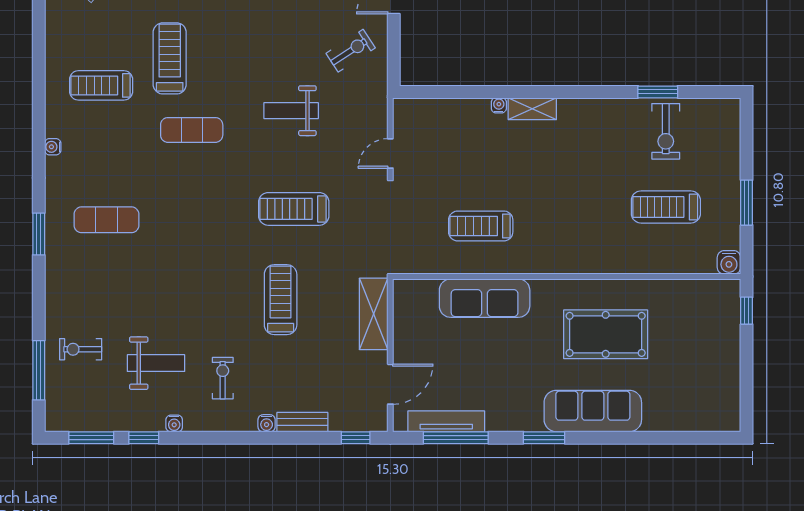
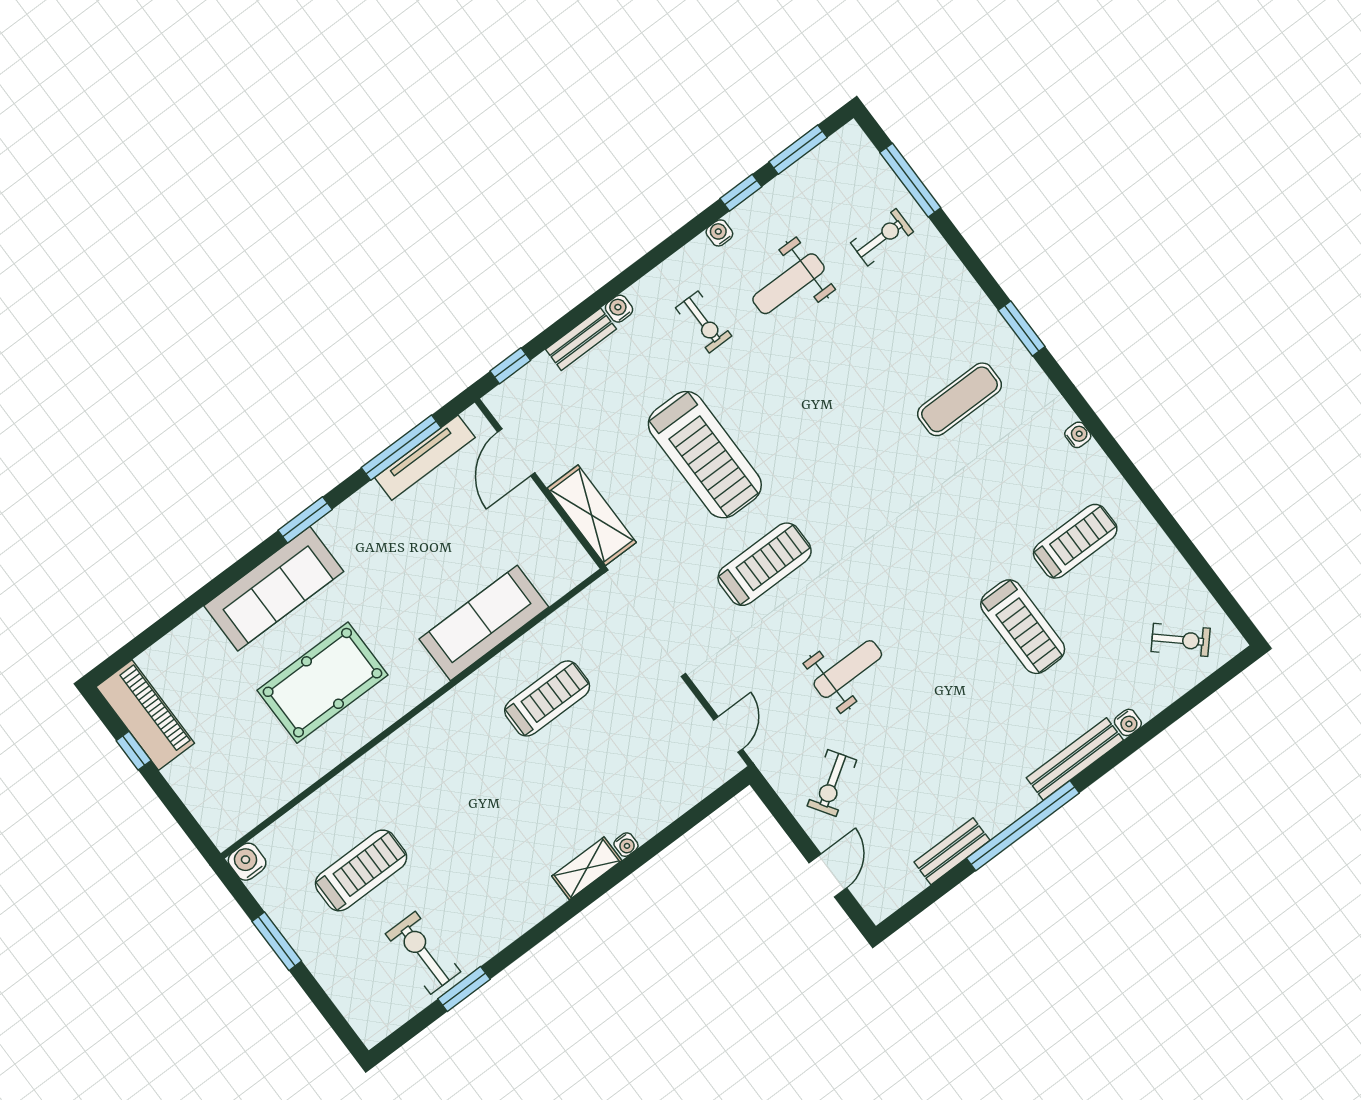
exercise mat: (192, 130) -> (940, 567), removed
door: (390, 153) -> (728, 735), moved
treadmill: (281, 300) -> (705, 455), width x1.37, depth x1.38
window: (747, 311) -> (134, 751), moved
piano: (724, 393) -> (145, 715), added

